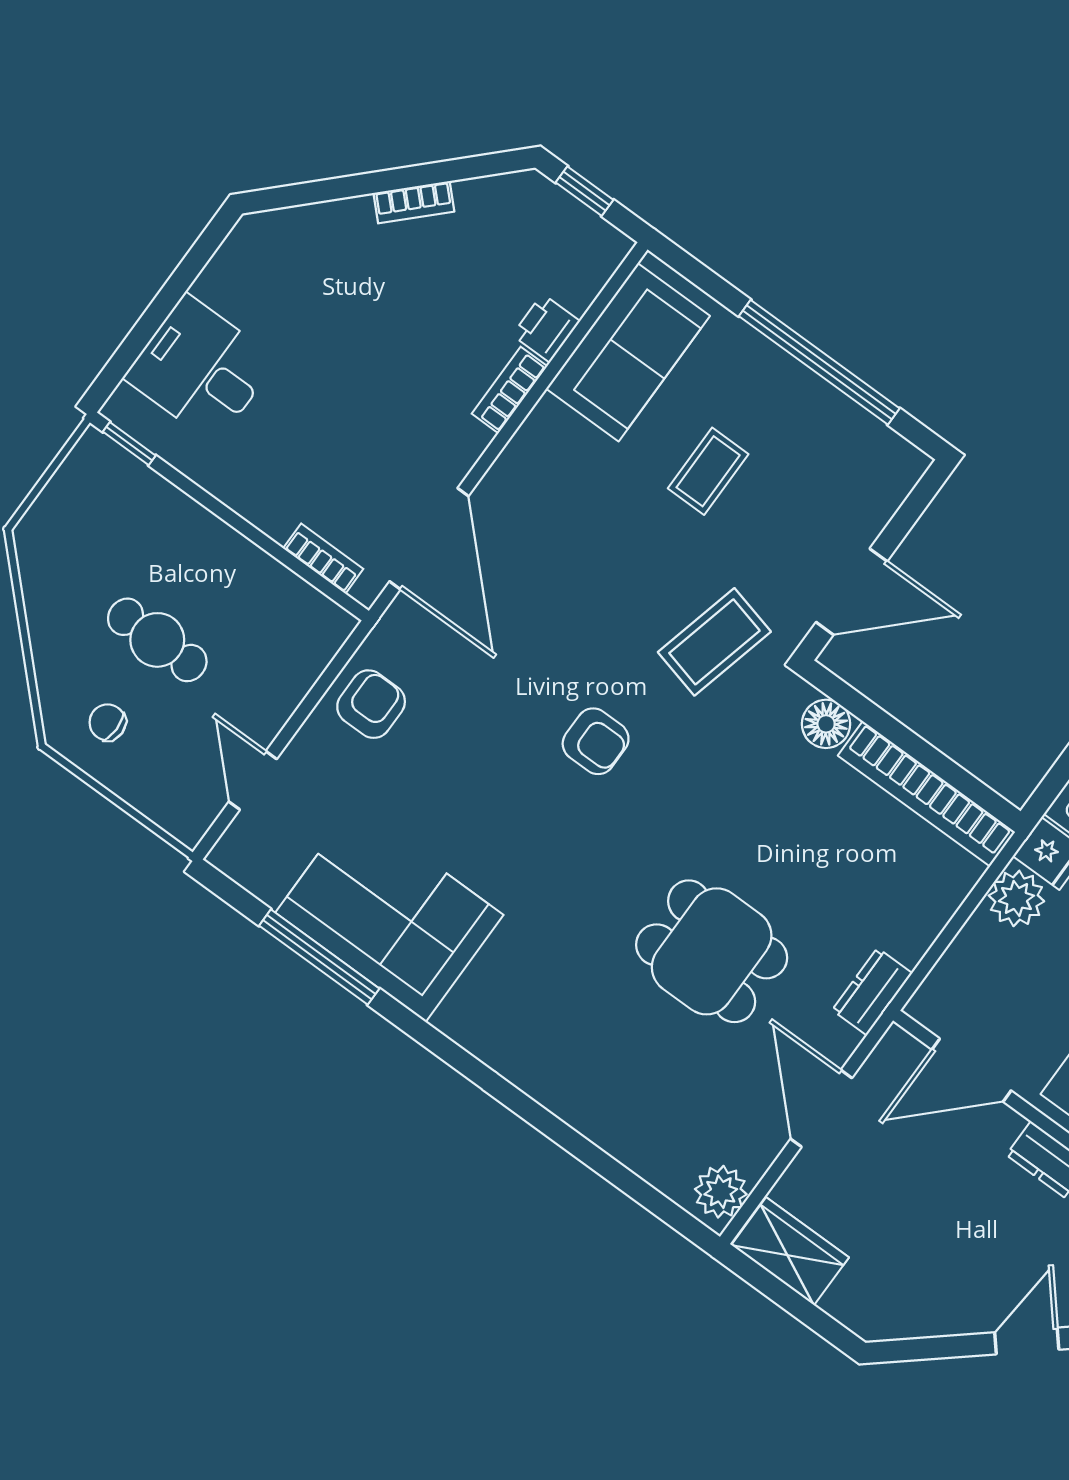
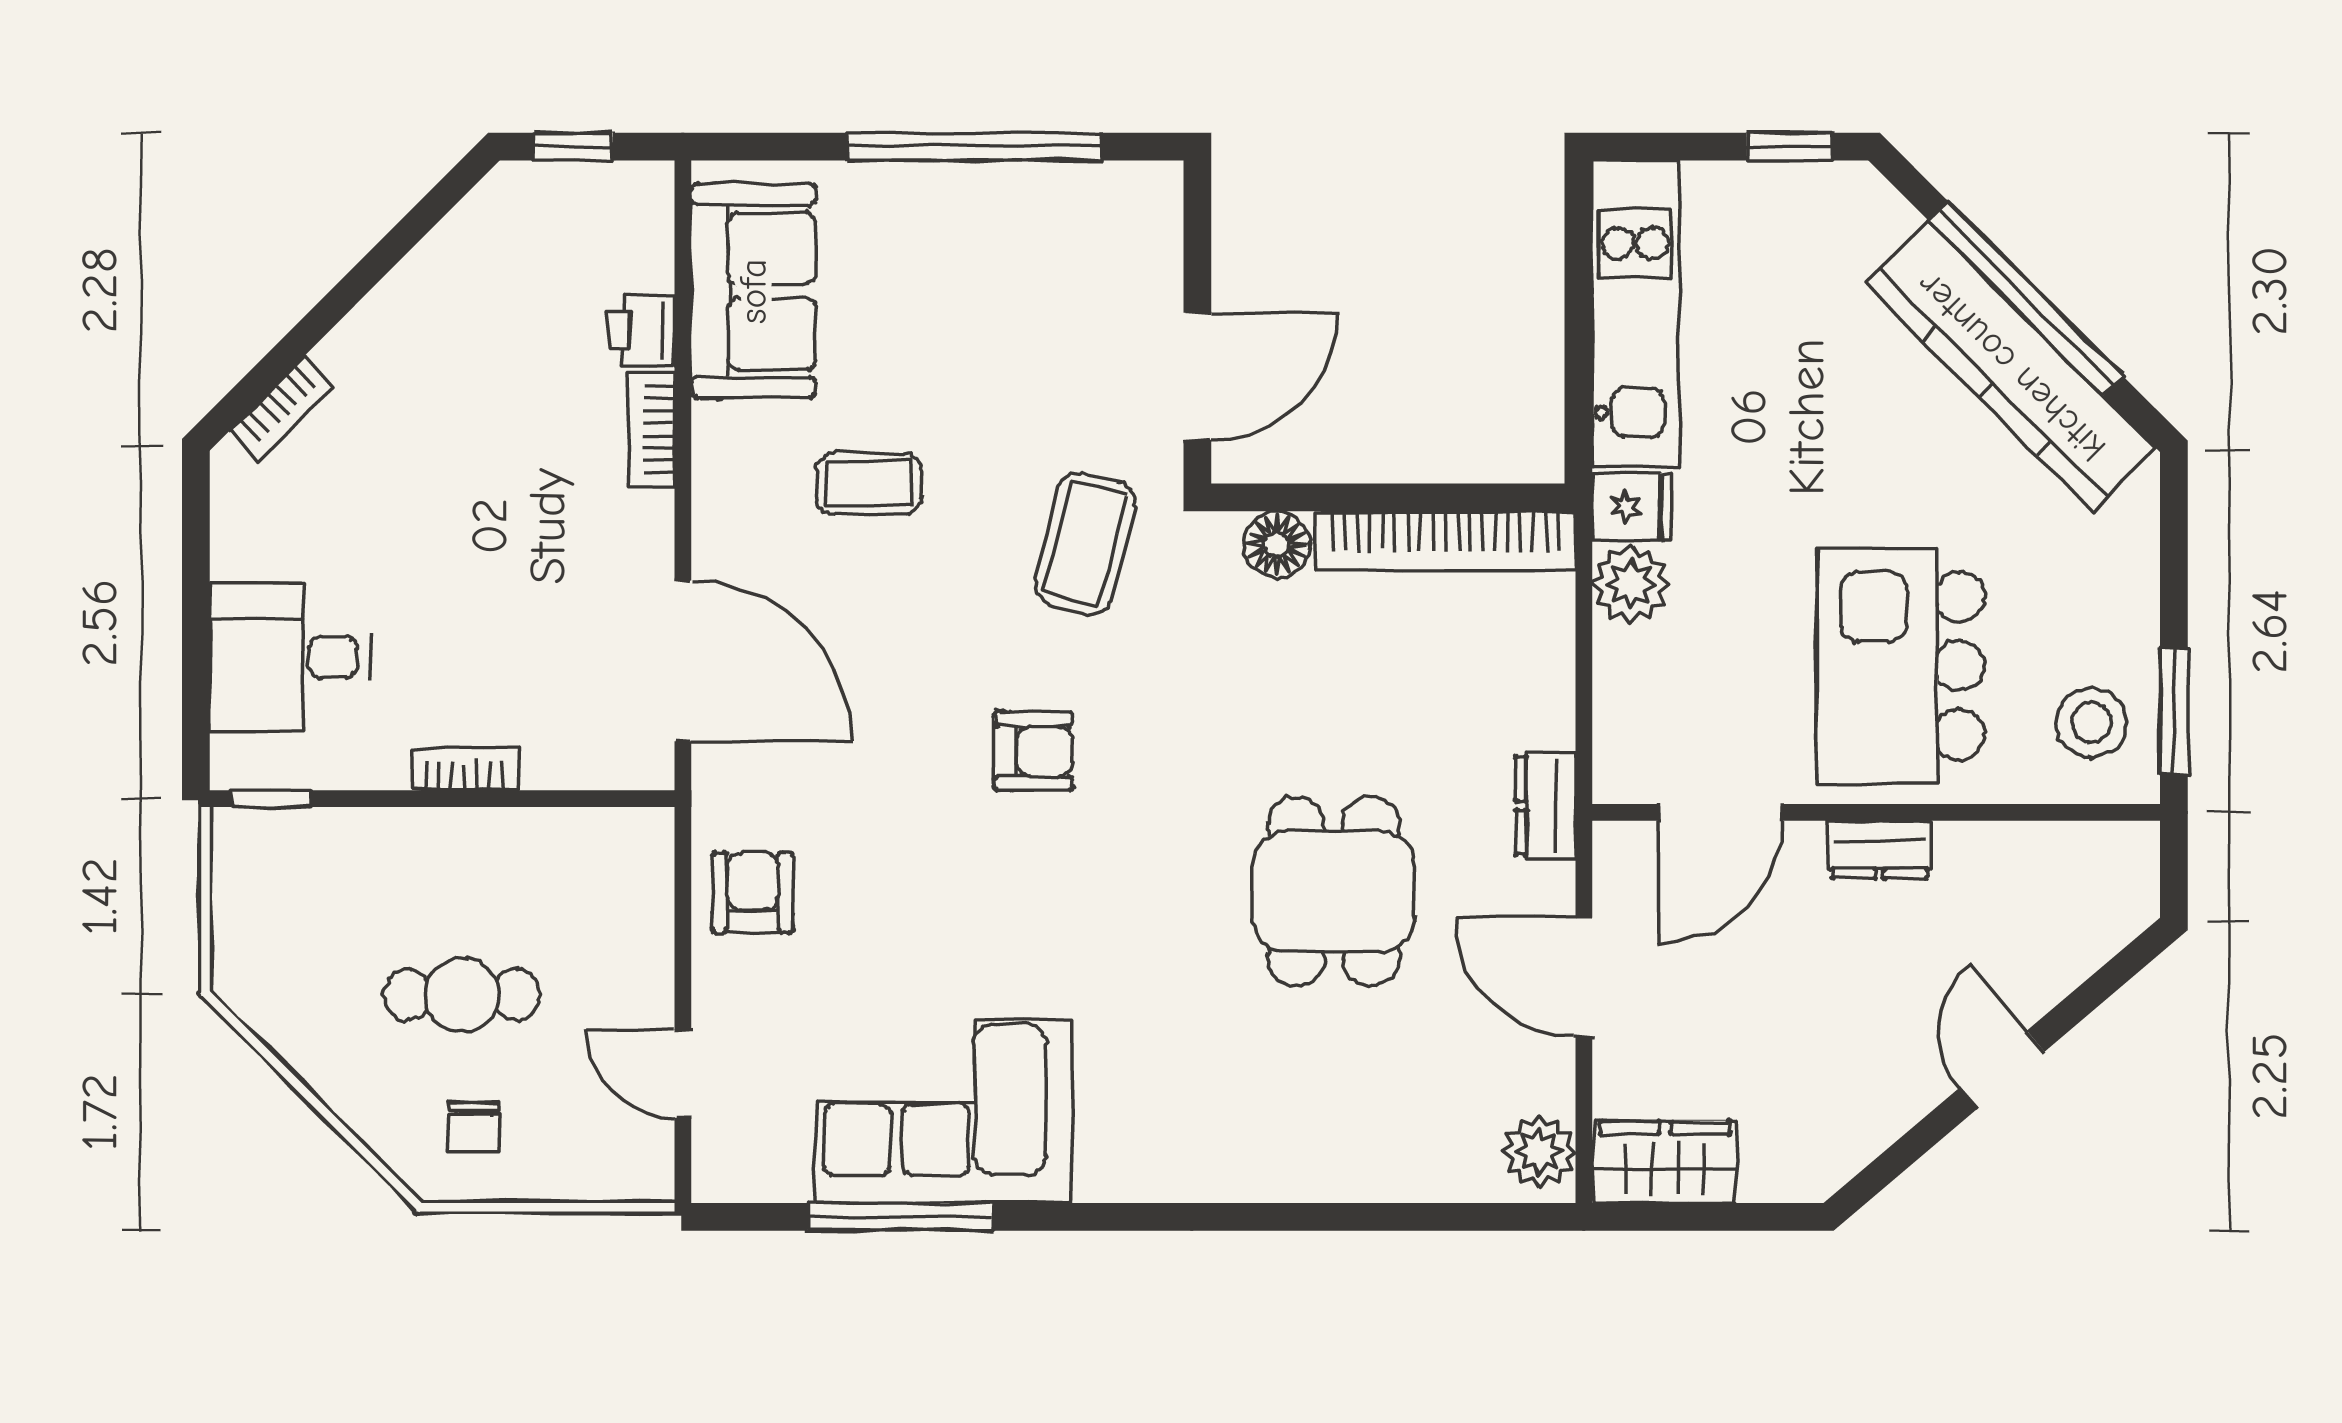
bookcase: (414, 202) -> (282, 408), moved
coffee table: (708, 471) -> (869, 484), moved, turned 90
bookcase: (323, 559) -> (465, 769), moved
chair: (108, 722) -> (474, 1127), turned -90
dining table: (712, 951) -> (1334, 891), turned 90

